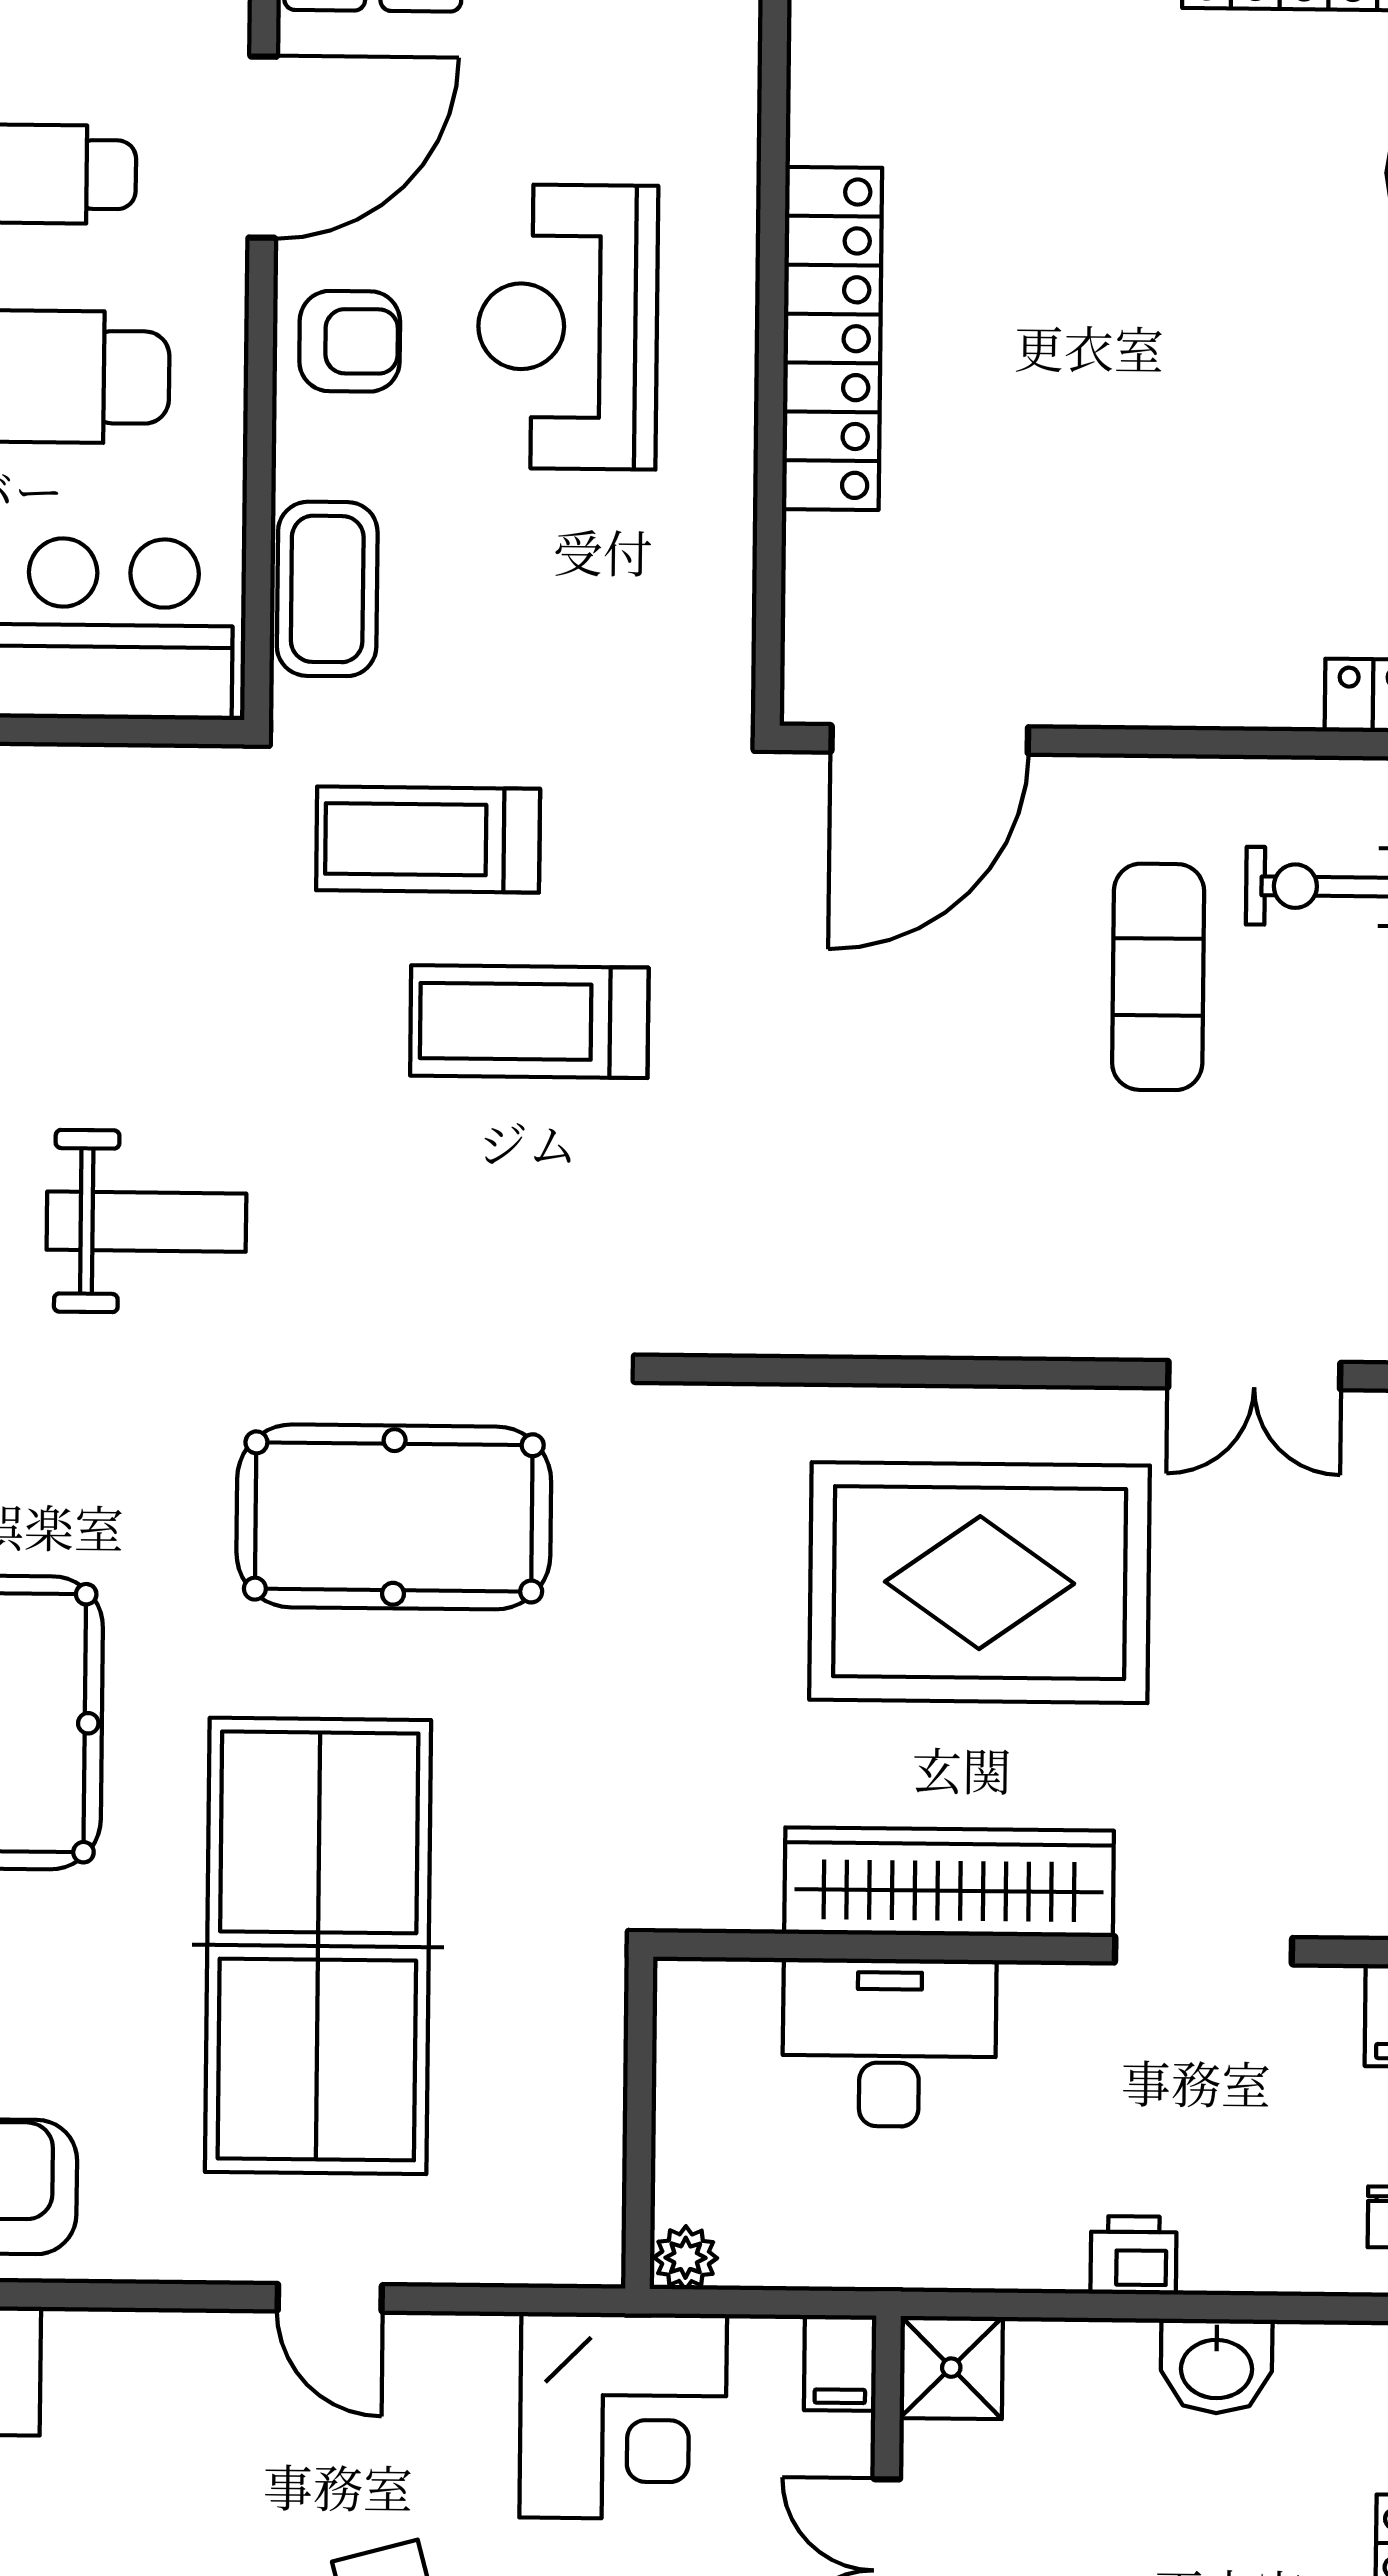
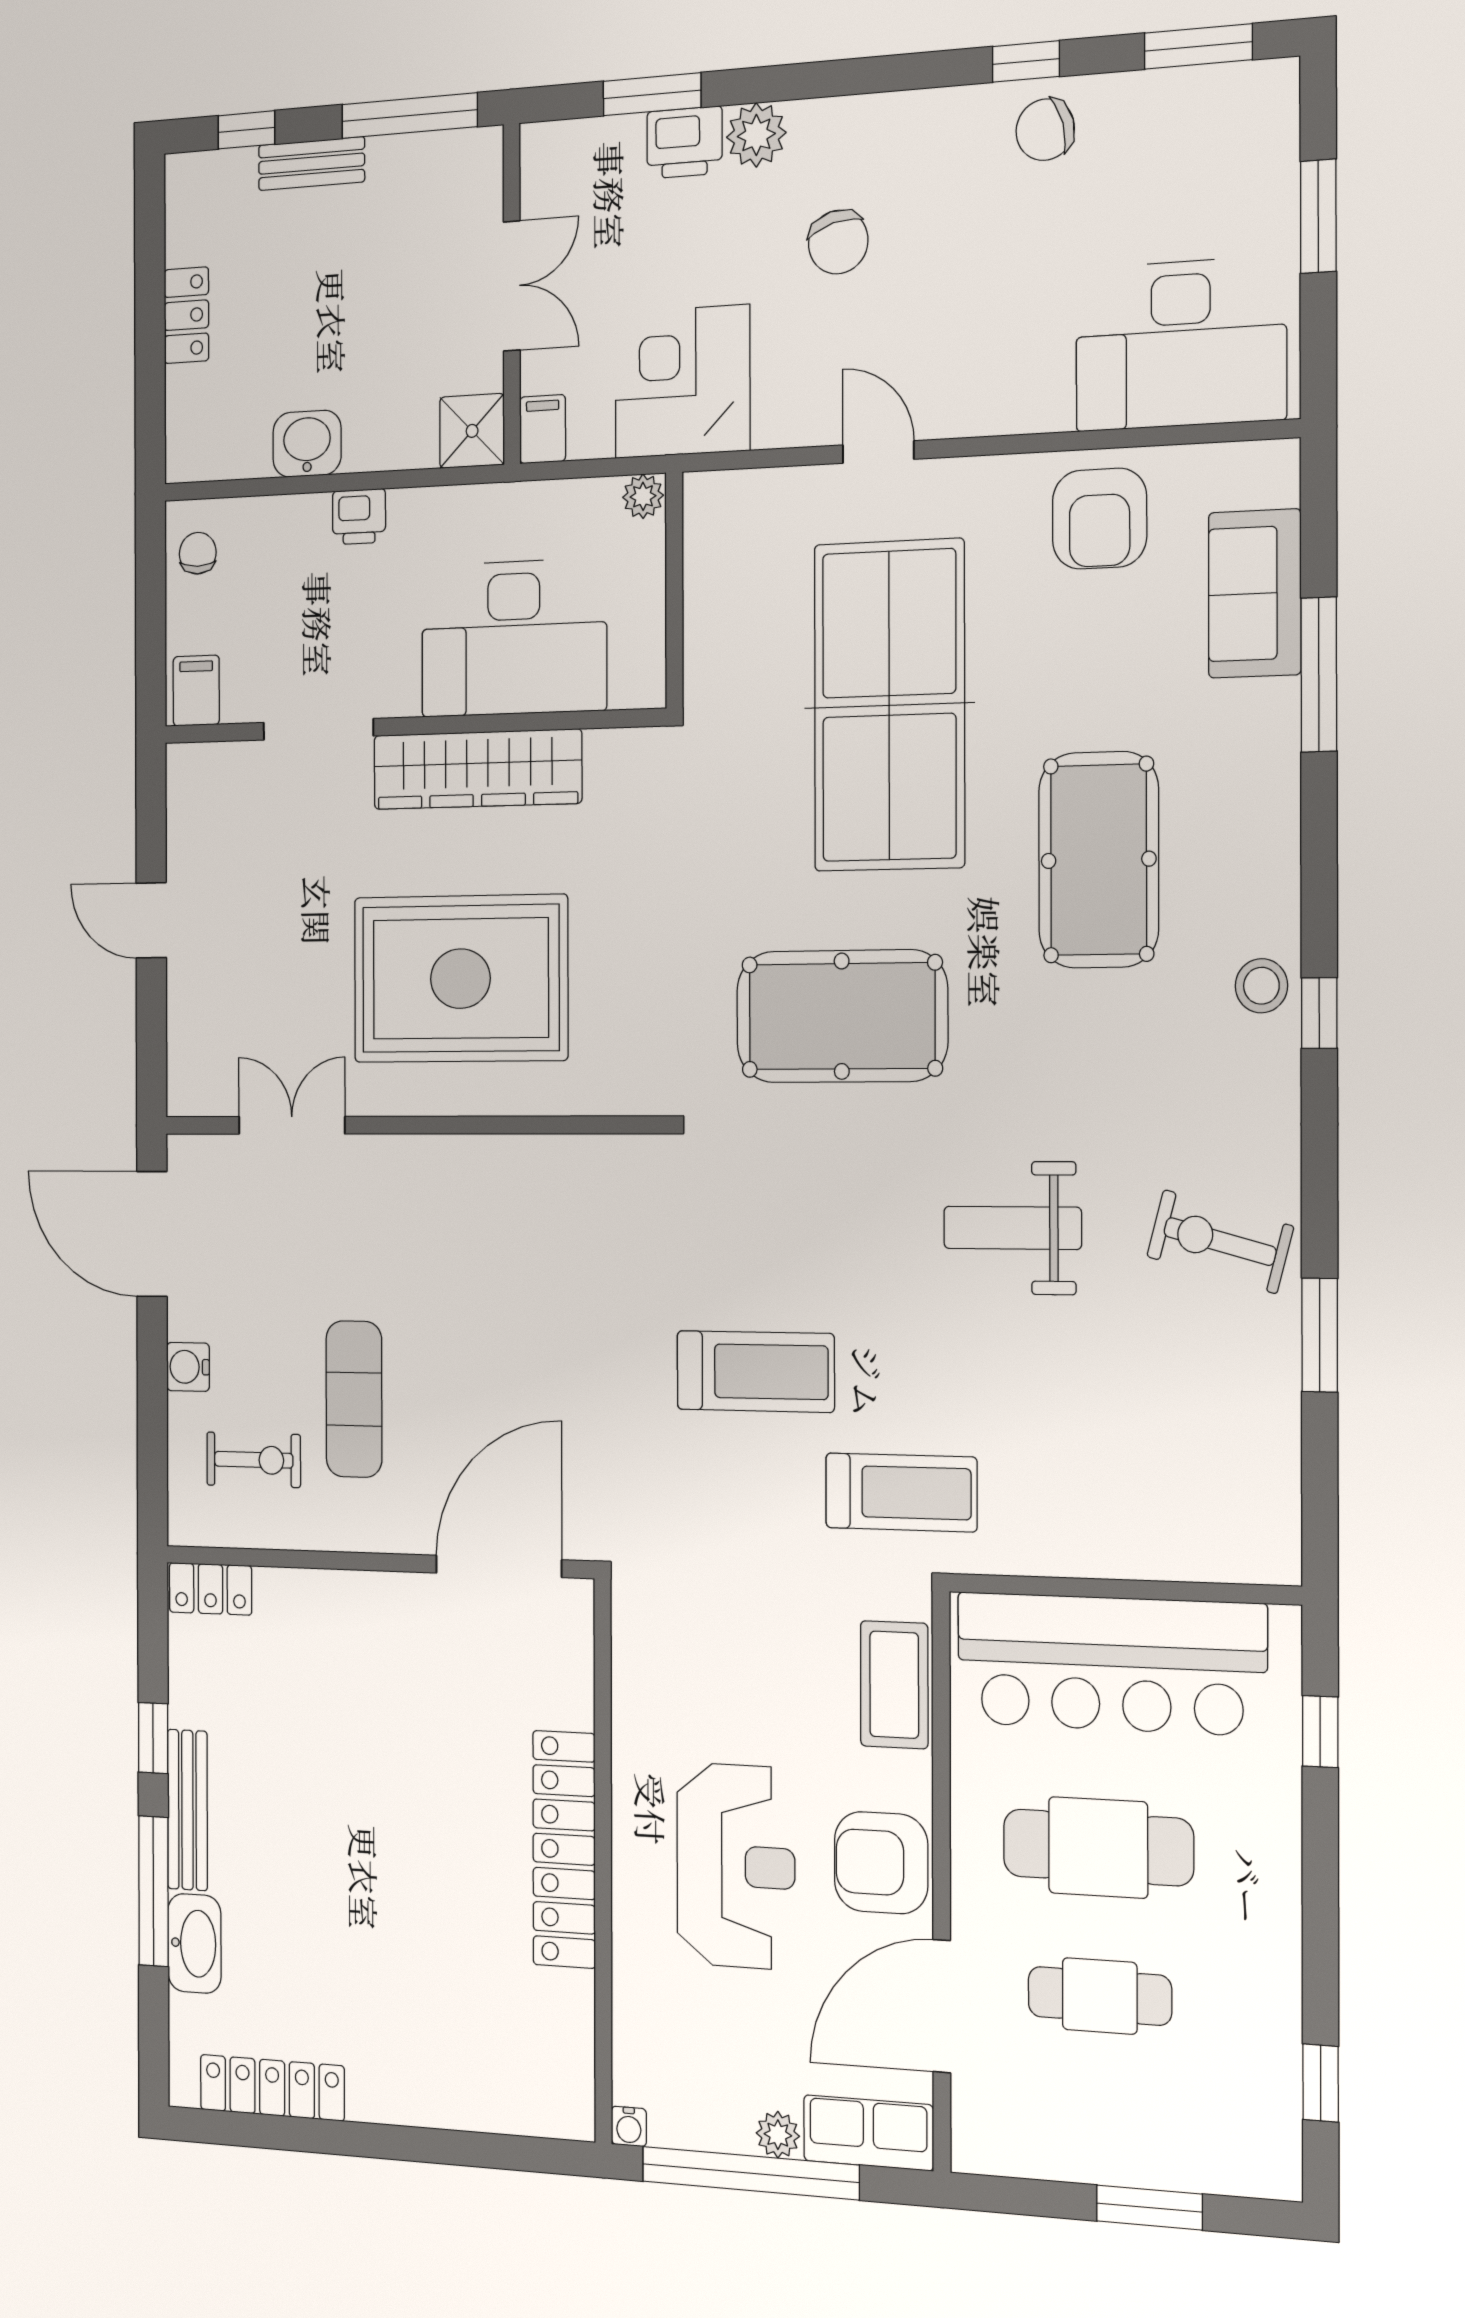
armchair: (350, 341) -> (881, 1863), width x1.38, depth x1.38
treadmill: (428, 839) -> (901, 1492), moved
desk: (889, 2043) -> (514, 638), width x1.36, depth x1.30

